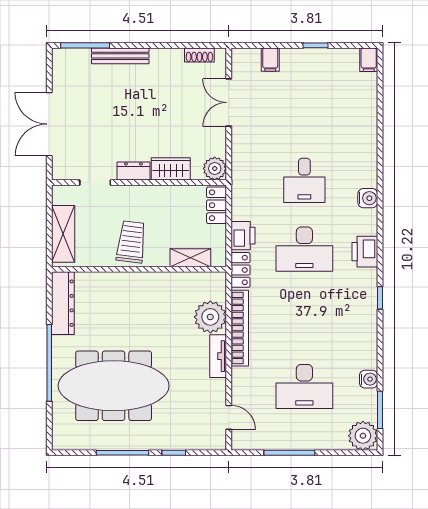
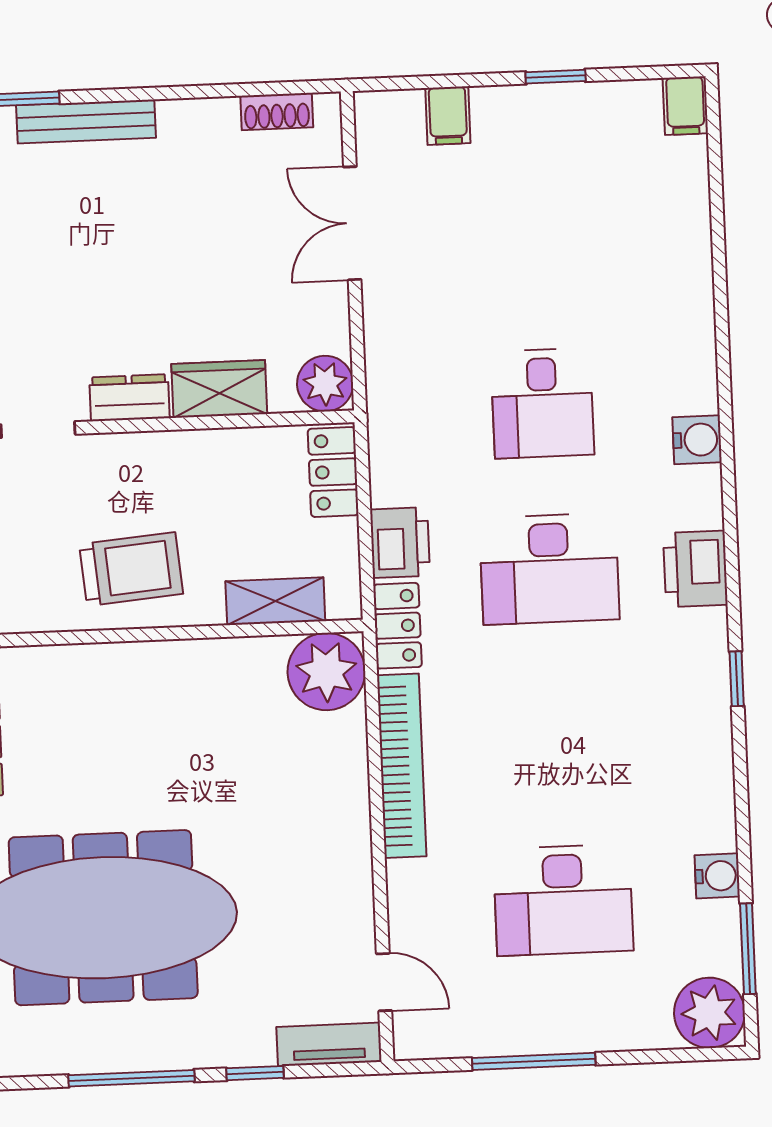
trolley: (131, 242) -> (131, 569), turned 78
plant: (210, 317) -> (326, 672), moved
tv unit: (218, 356) -> (329, 1044), moved, turned 90

